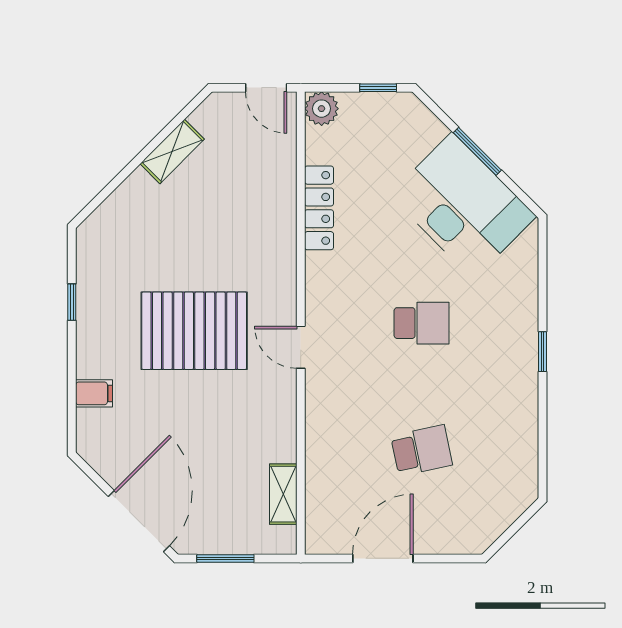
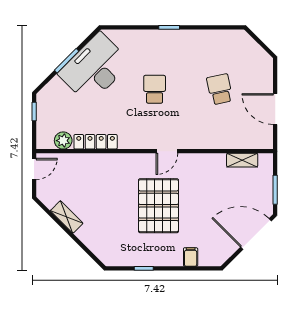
plant: (322, 109) -> (63, 141), moved

